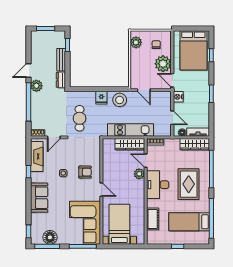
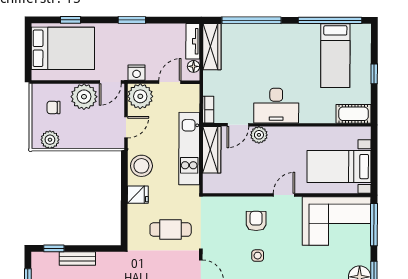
dresser: (61, 80) -> (109, 259), removed
plant: (163, 99) -> (140, 96), added
rug: (189, 184) -> (276, 56), removed
cot: (153, 219) -> (353, 114), moved

